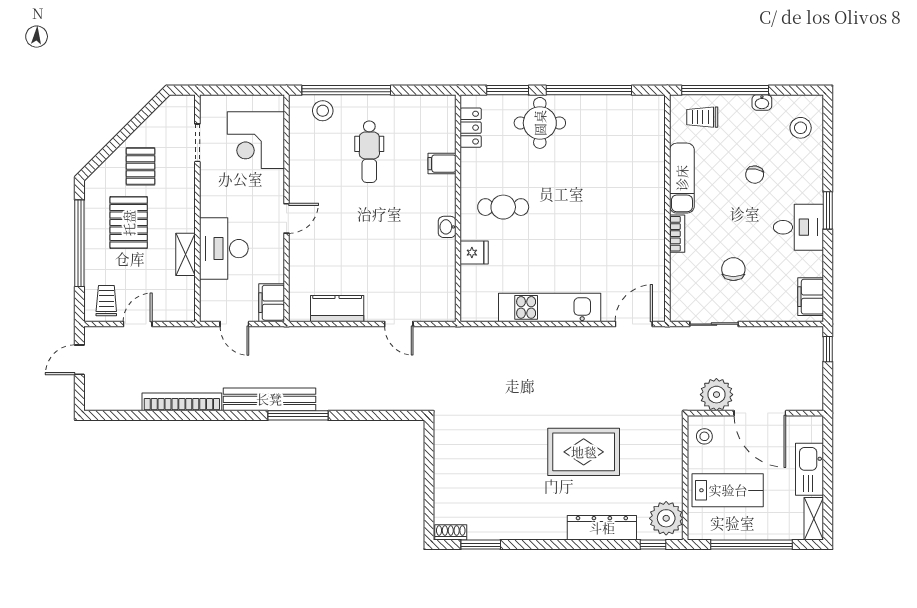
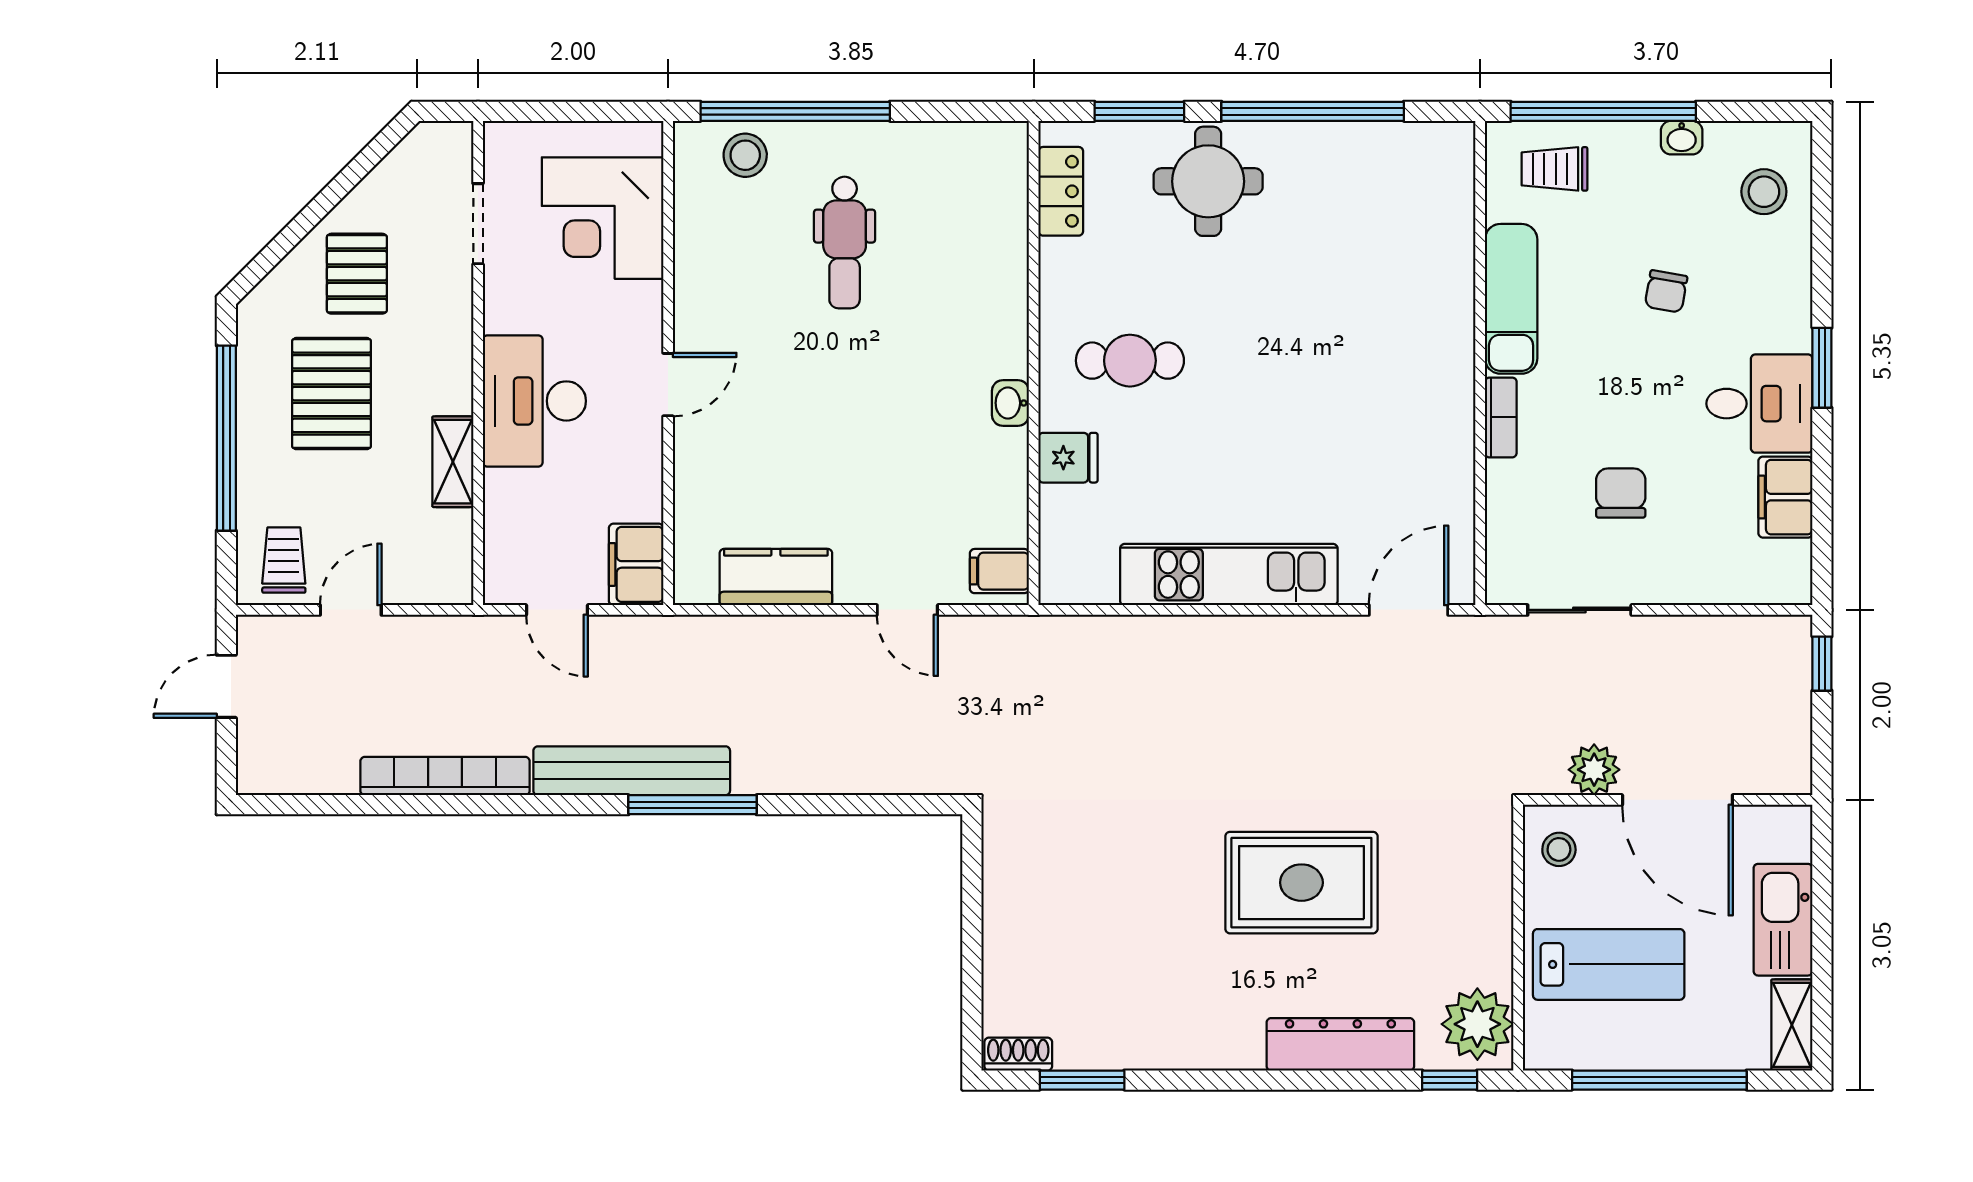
filing cabinet: (442, 164) -> (999, 571), moved
desk: (224, 249) -> (534, 401), moved
filing cabinet: (811, 297) -> (1785, 497), moved
plant: (716, 395) -> (1594, 770), width x0.73, depth x0.73

